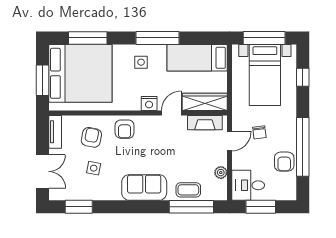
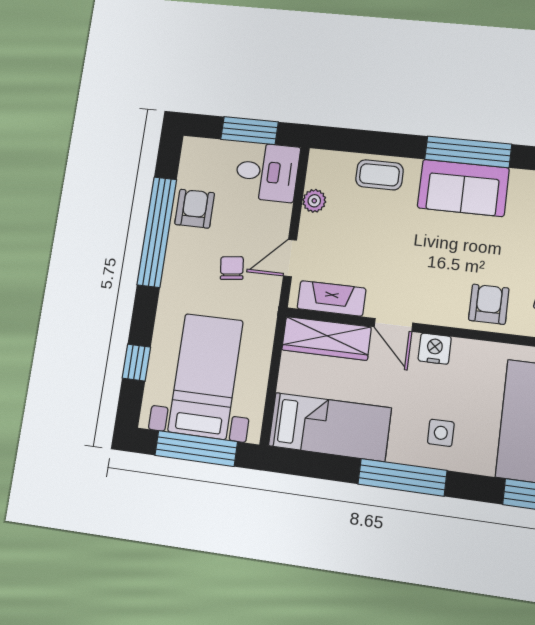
door: (171, 113) -> (393, 325), hinge flipped
window: (191, 207) -> (468, 152), moved

